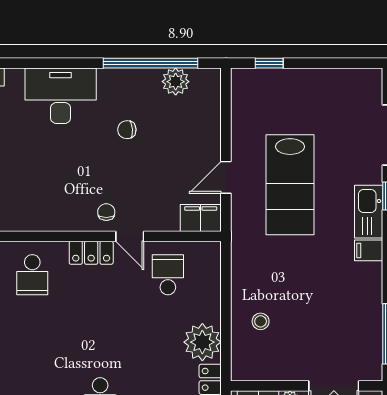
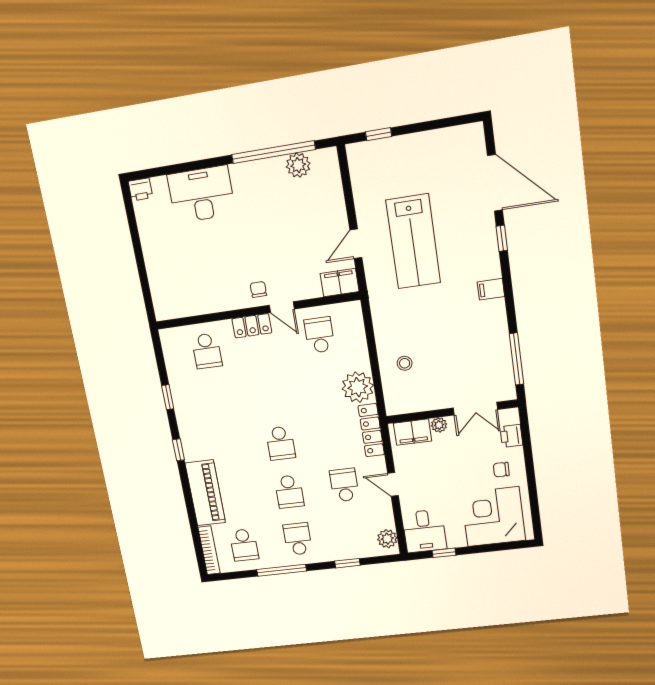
chair: (127, 130) -> (263, 215), removed
kitchen sink: (369, 212) -> (487, 255), removed

